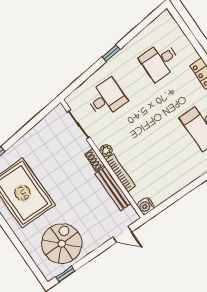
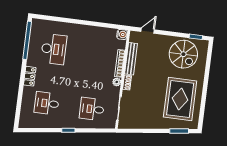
desk: (160, 61) -> (47, 103), turned 180
door: (122, 234) -> (148, 31), hinge flipped
spiral stairs: (62, 244) -> (183, 54), turned -90

